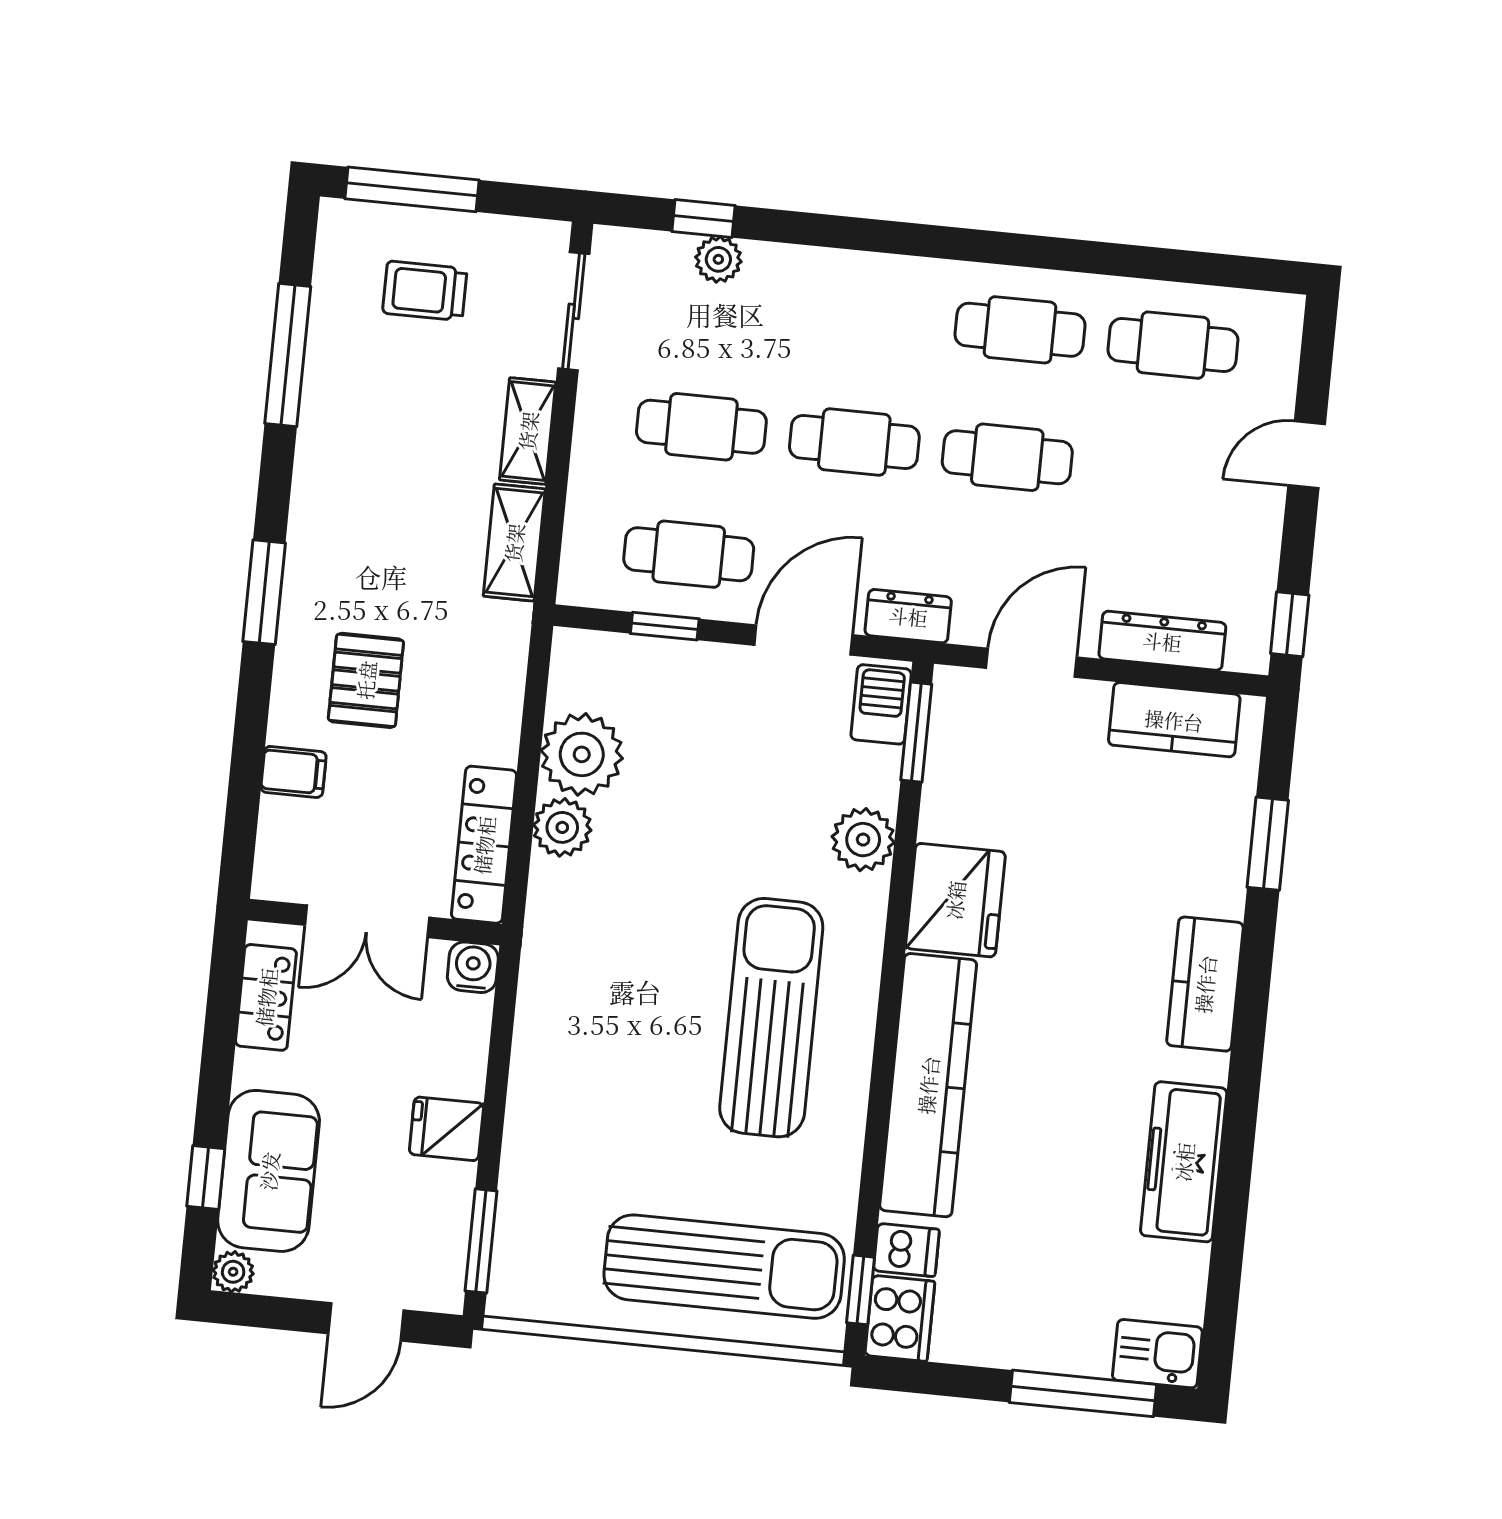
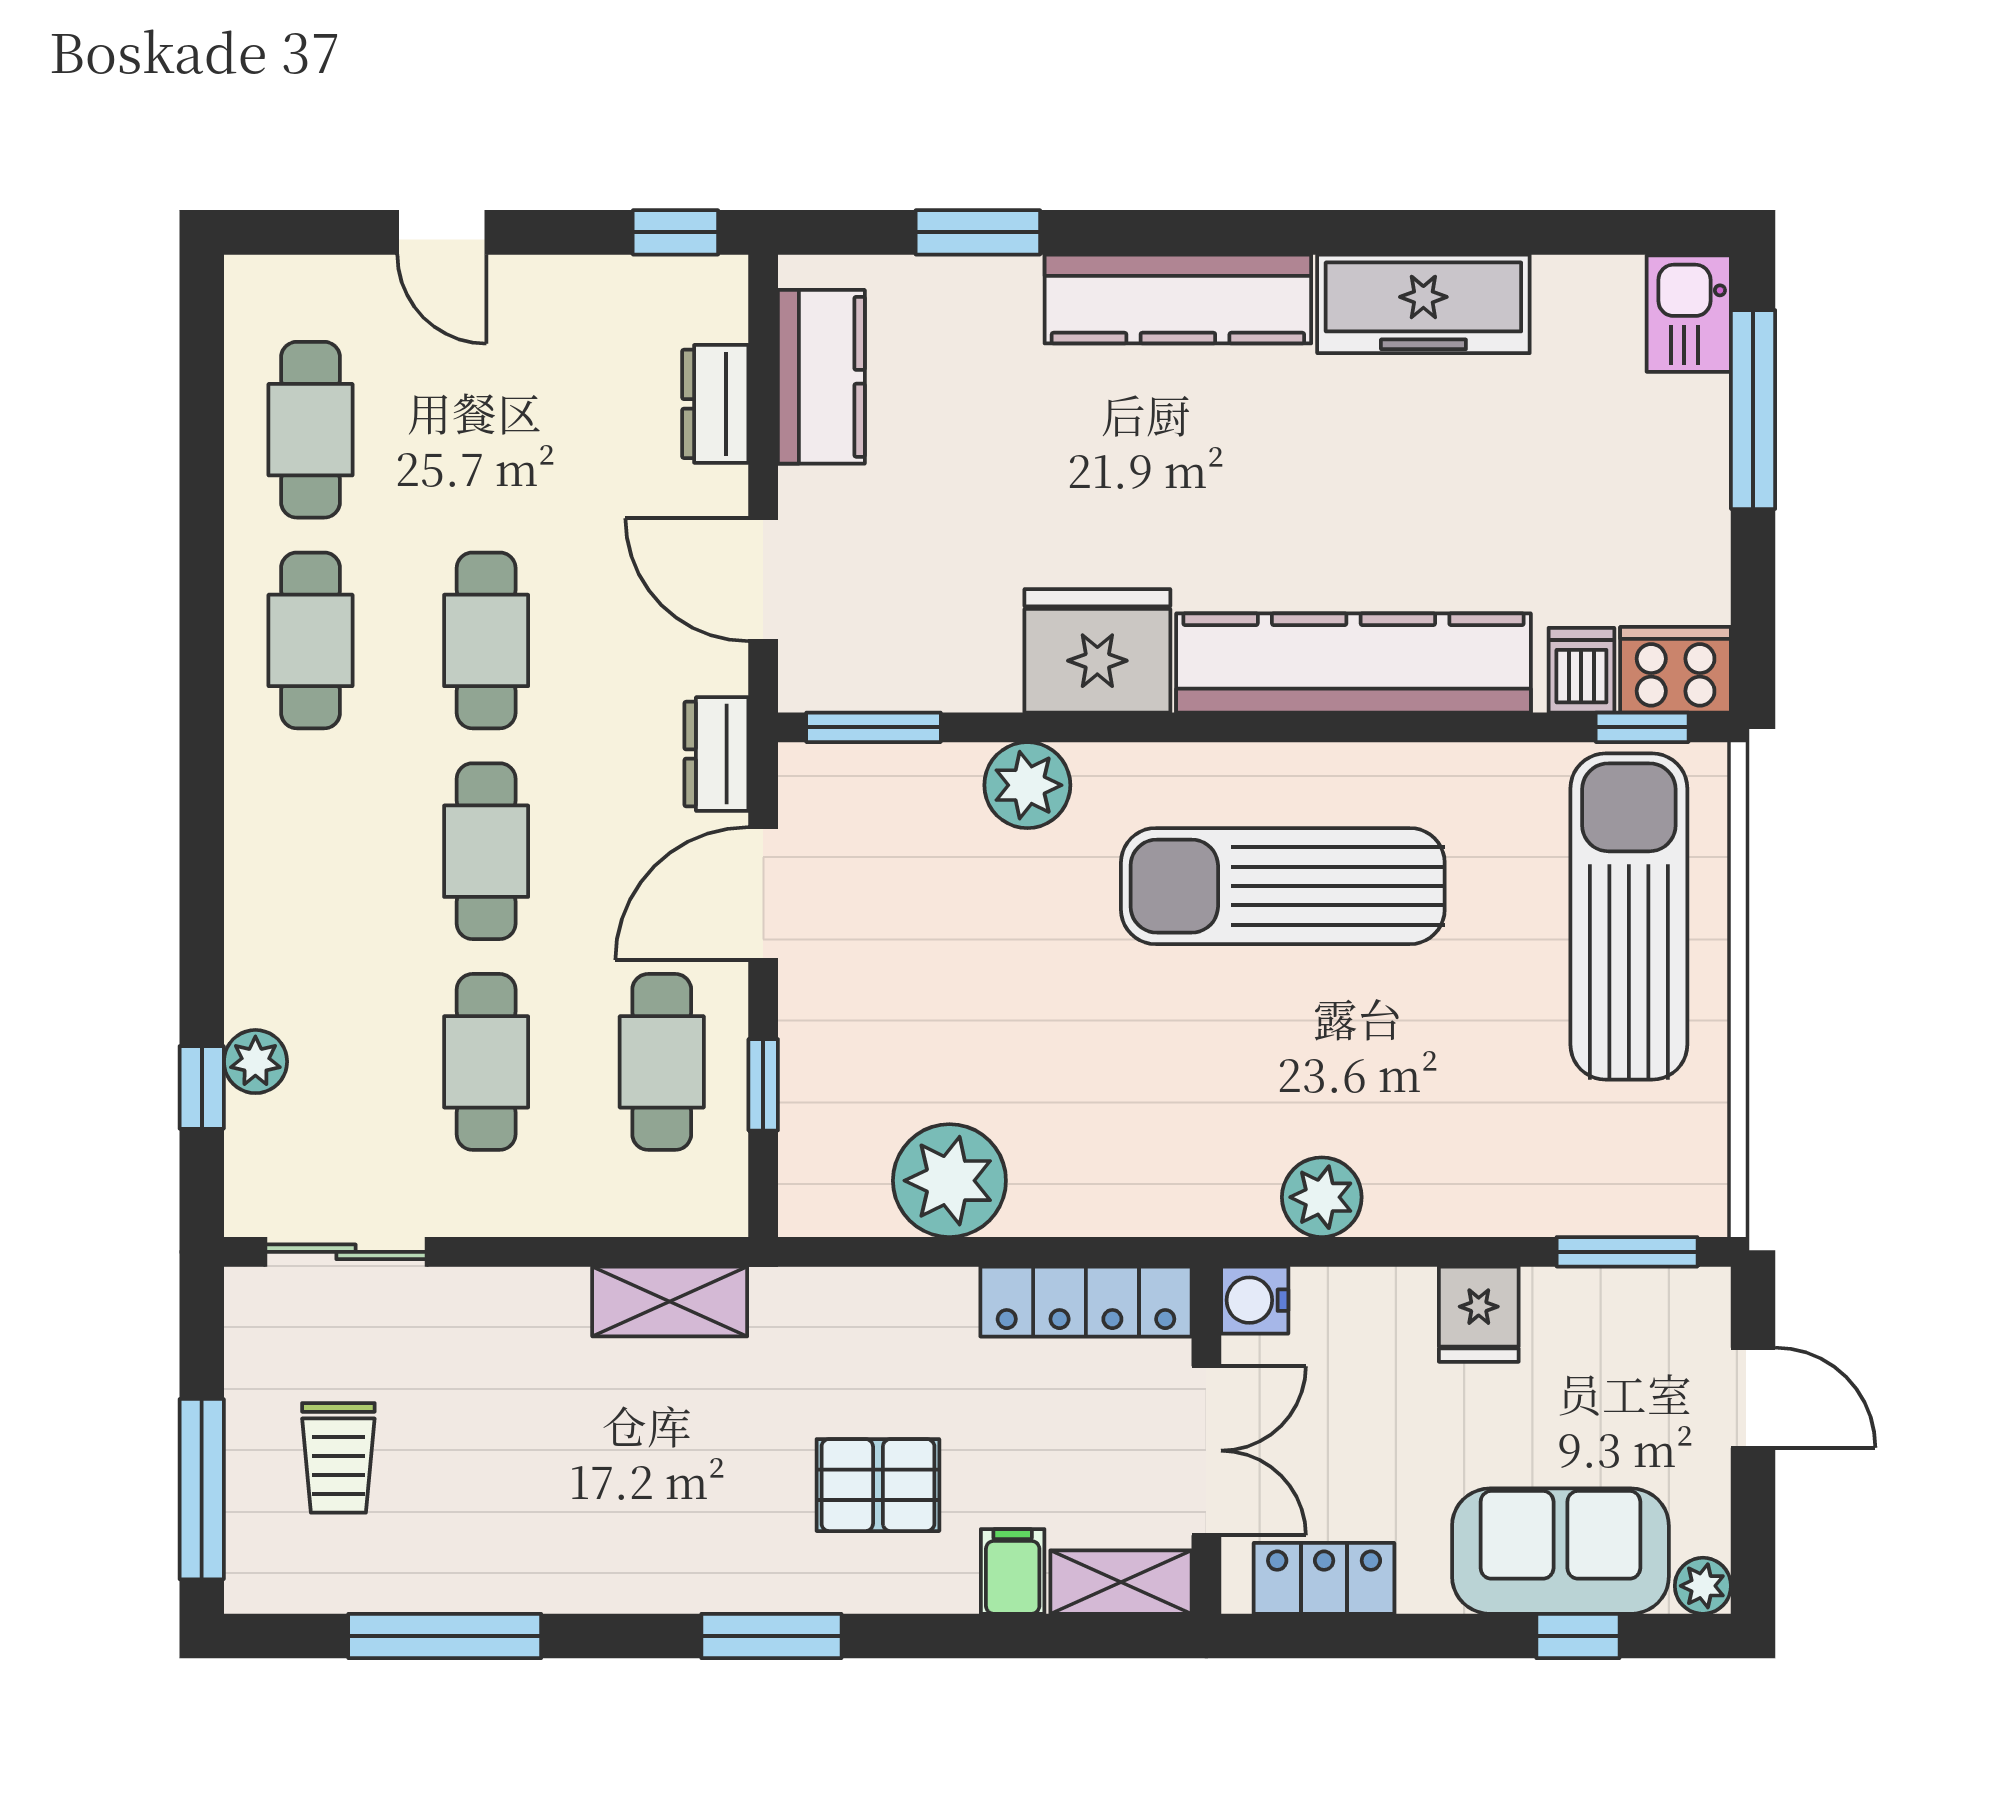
shelving: (528, 431) -> (1121, 1582), moved
door: (803, 640) -> (763, 894), hinge flipped
dresser: (1162, 641) -> (715, 404), width x0.70
barbecue: (881, 704) -> (840, 779), removed
plant: (562, 827) -> (1322, 1197), moved
kitchen counter: (1205, 984) -> (1178, 299), width x1.50

